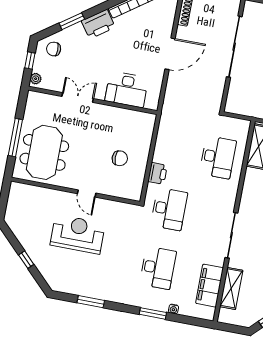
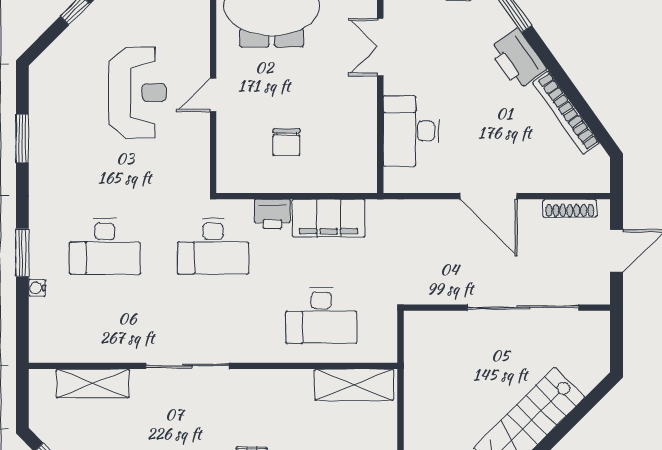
double door: (78, 98) -> (380, 47), swing flipped
filing cabinet: (210, 286) -> (329, 218), moved, turned 180

